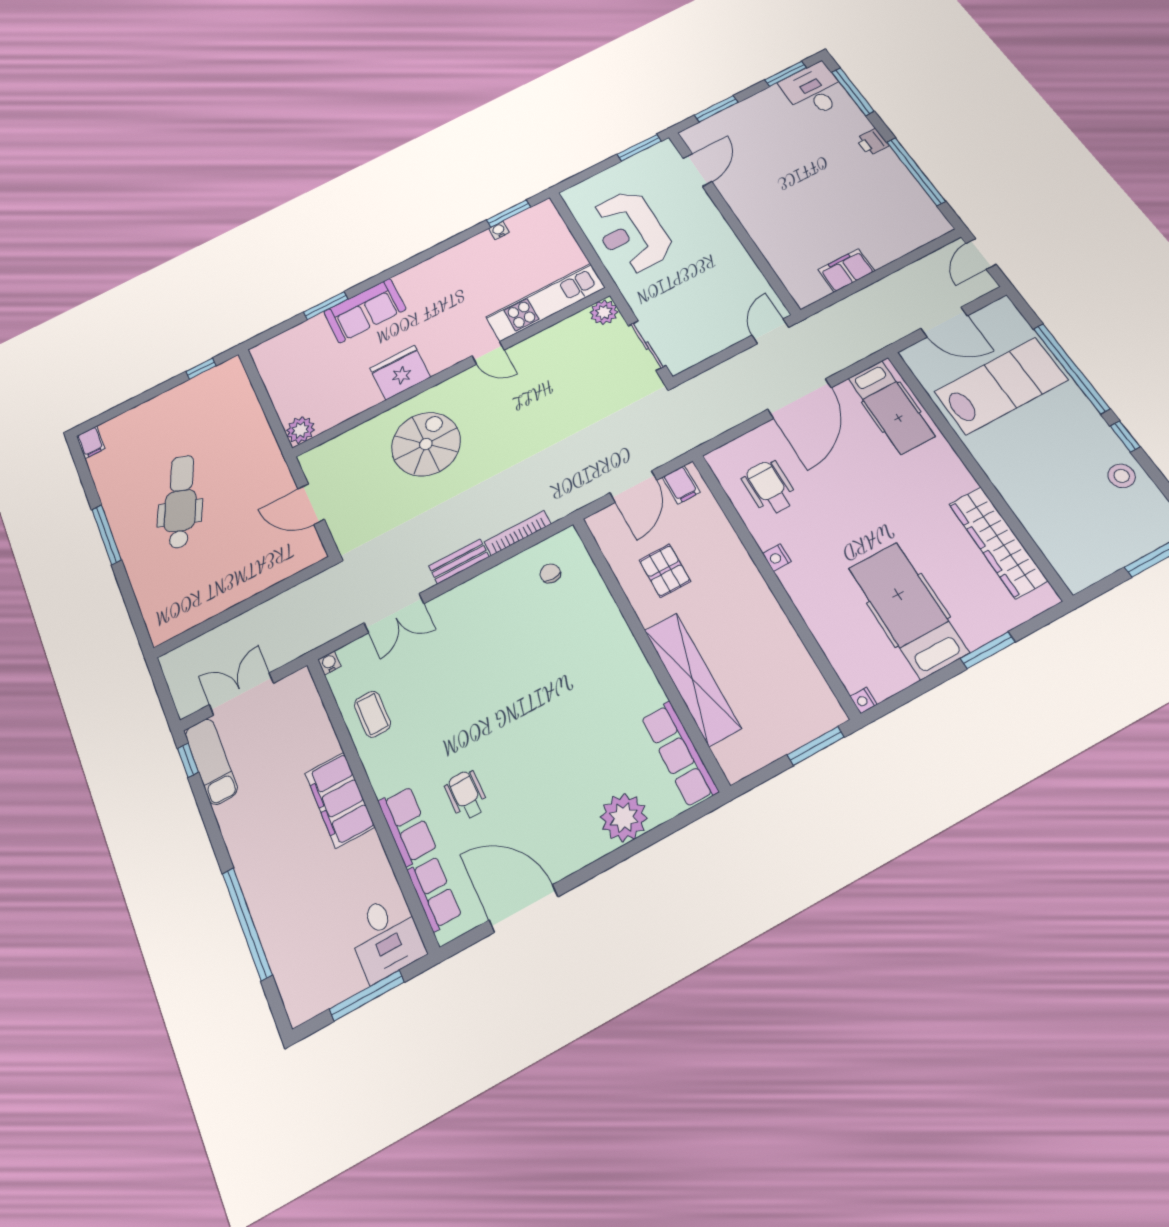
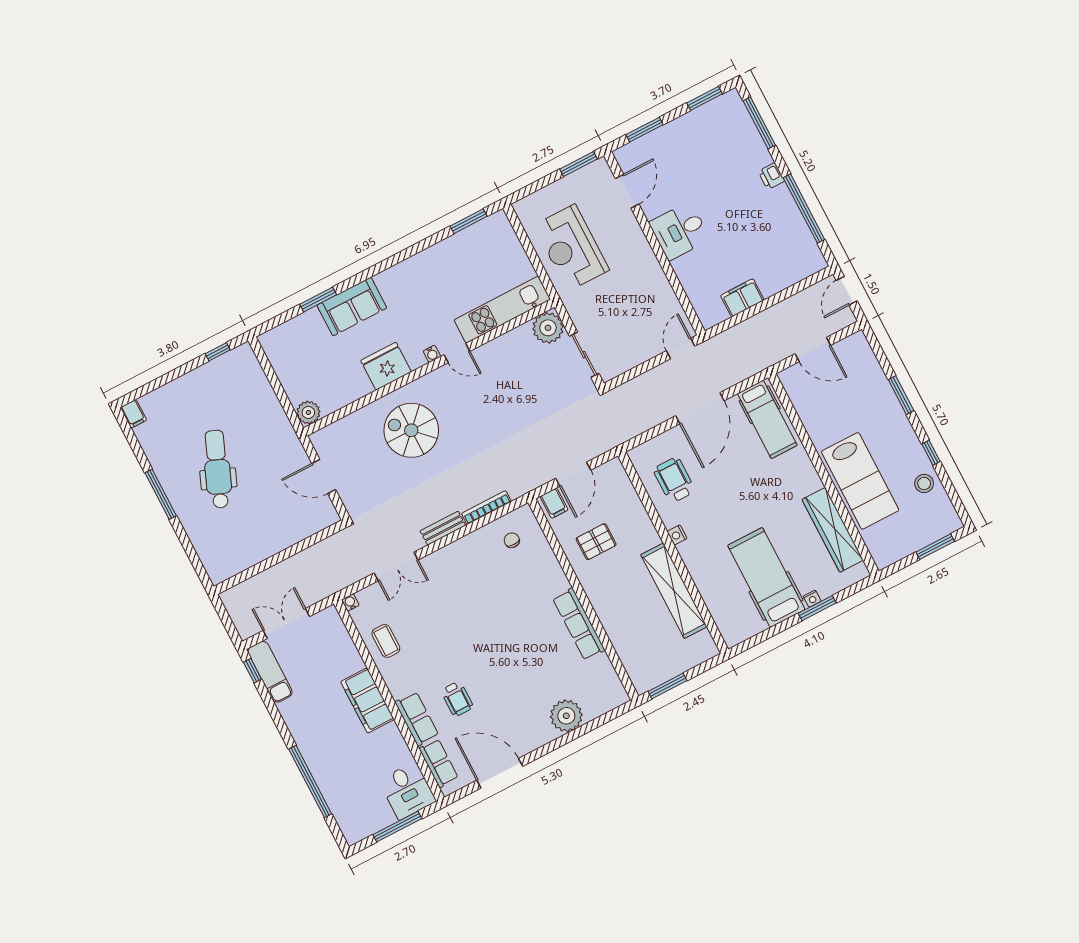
desk: (814, 90) -> (680, 231), moved, turned -90
water cooler: (499, 230) -> (432, 354), moved, turned 180
plant: (604, 312) -> (548, 328), width x1.36, depth x1.36
window: (1071, 368) -> (901, 395), width x0.47
lab bench: (1001, 386) -> (860, 481), moved, turned 90
spiral stairs: (426, 444) -> (411, 430), turned -90
filing cabinet: (681, 485) -> (554, 503), moved
pallet: (665, 571) -> (596, 542), turned 90
shelving: (692, 679) -> (674, 591), moved
nightstand: (864, 700) -> (812, 599), moved, turned -90
window: (816, 746) -> (668, 686), moved
row of seats: (679, 754) -> (579, 624), moved
wheelchair: (466, 795) -> (457, 699), turned 180

